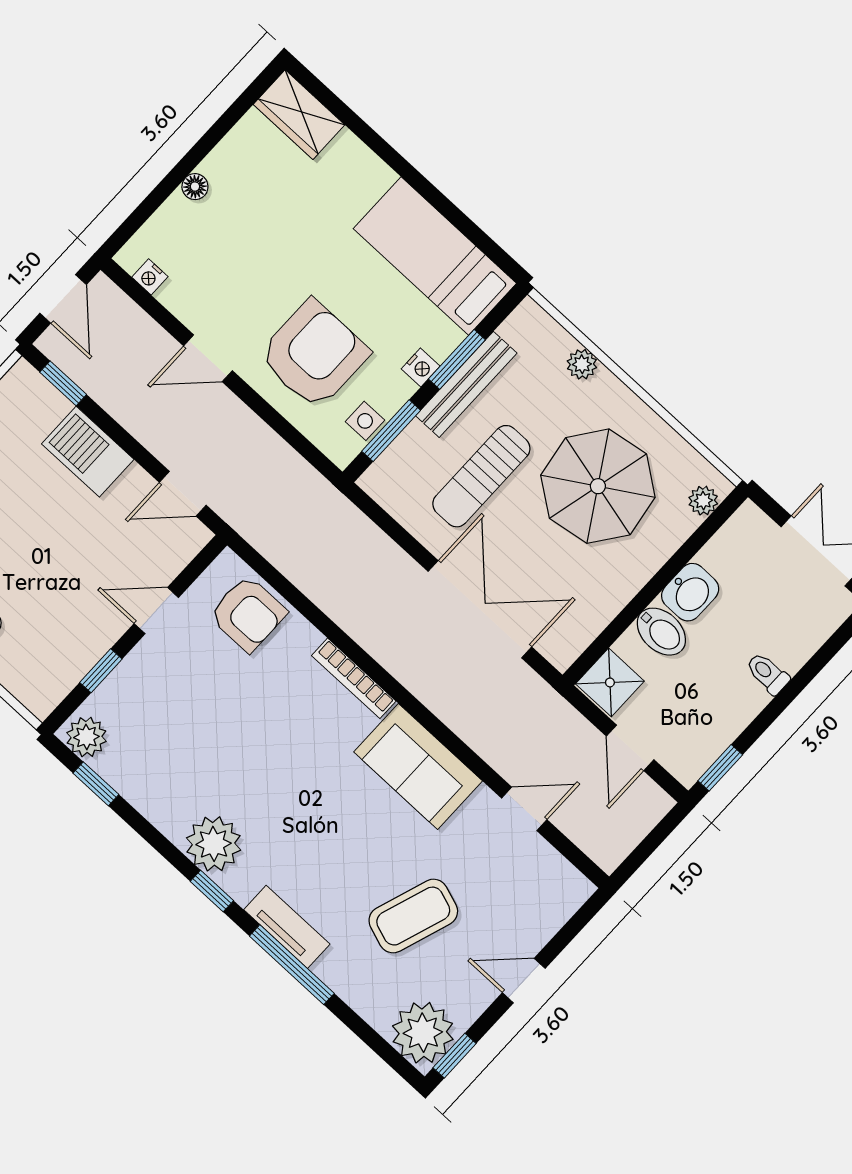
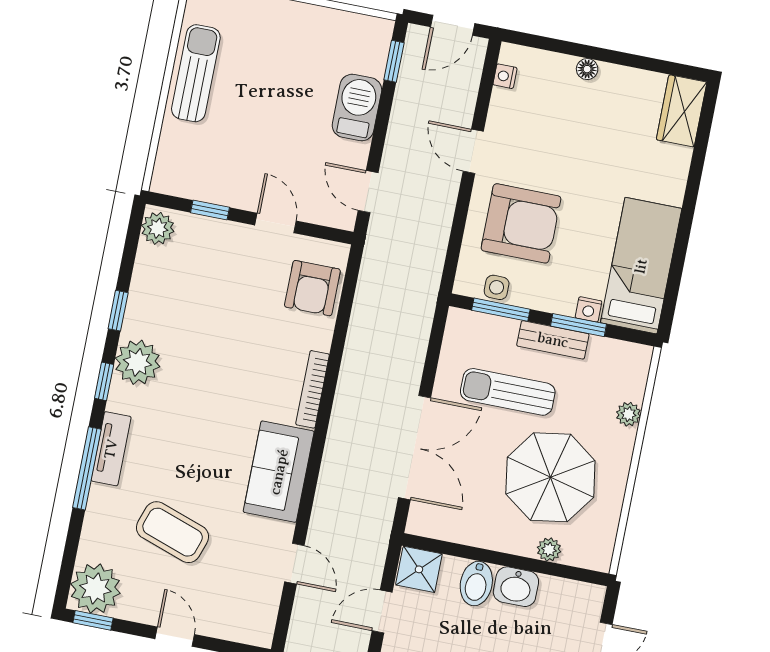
nightstand: (421, 367) -> (589, 309), moved
bench: (466, 384) -> (553, 340), width x0.73
plant: (703, 501) -> (549, 550), moved
window: (96, 784) -> (118, 311), moved

